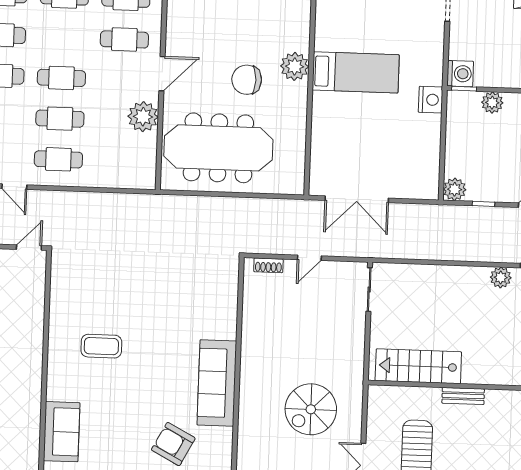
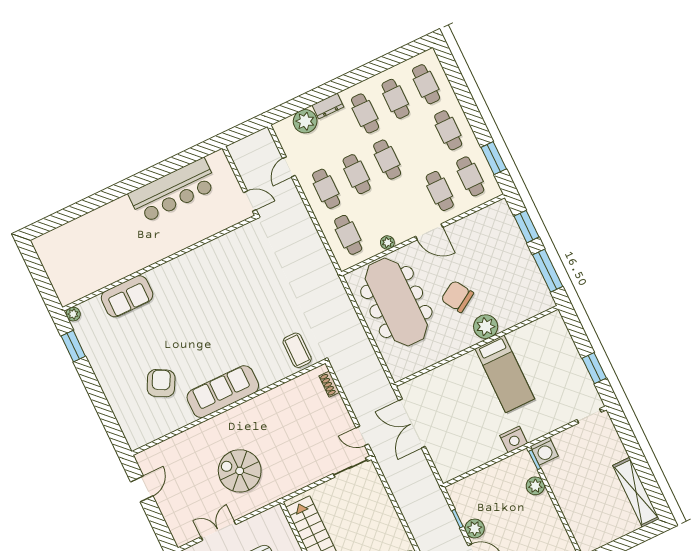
chair: (247, 80) -> (457, 296), turned -32
plant: (143, 117) -> (387, 242), width x0.53, depth x0.53
cafe table: (120, 162) -> (348, 235), added
plant: (455, 189) -> (475, 529), moved
door: (309, 258) -> (362, 436), moved
coffee table: (101, 346) -> (297, 350), moved

